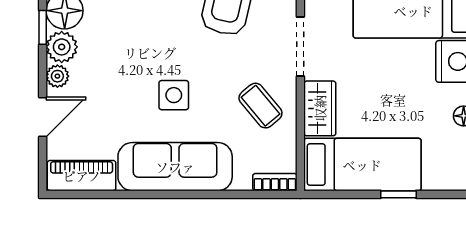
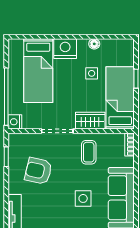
coffee table: (260, 106) -> (89, 152), turned -50
side table: (408, 111) -> (92, 73), added

